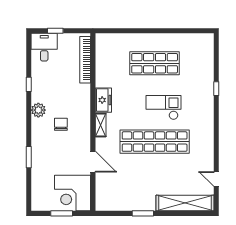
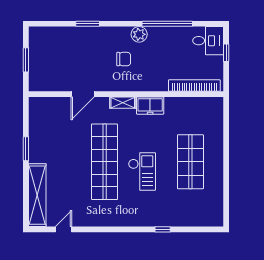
window: (29, 84) -> (167, 24), width x3.17
corner desk: (73, 193) -> (48, 72), removed

